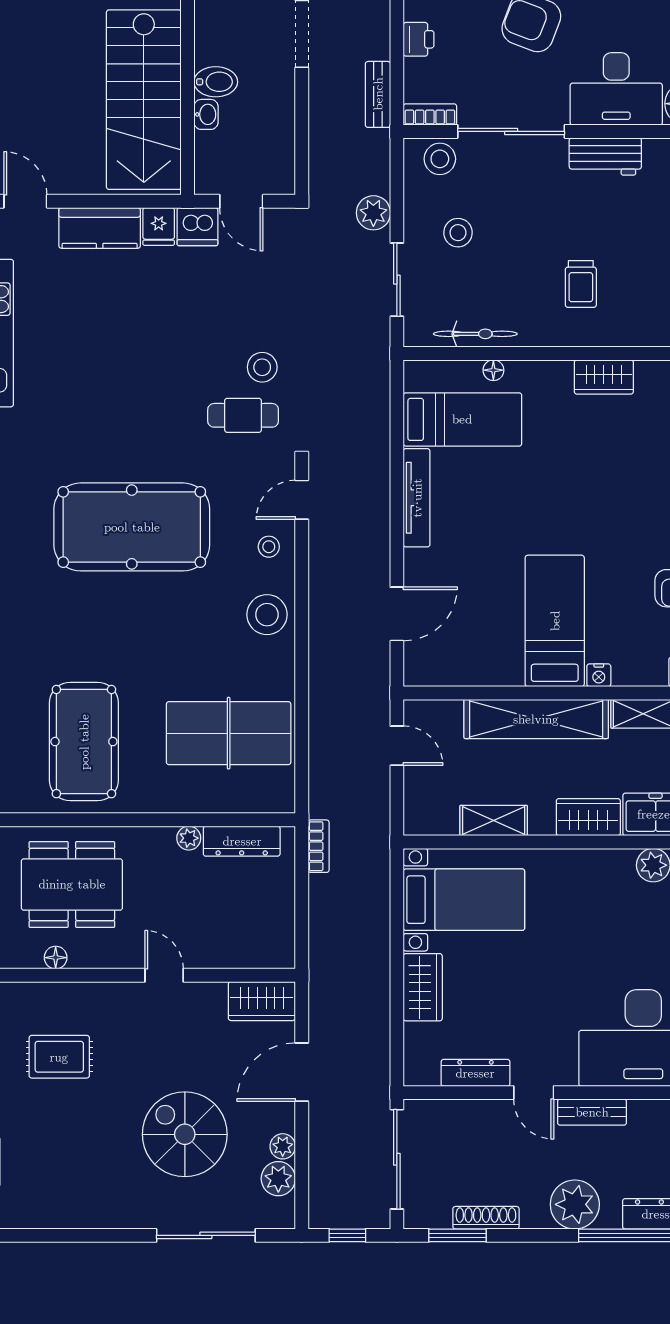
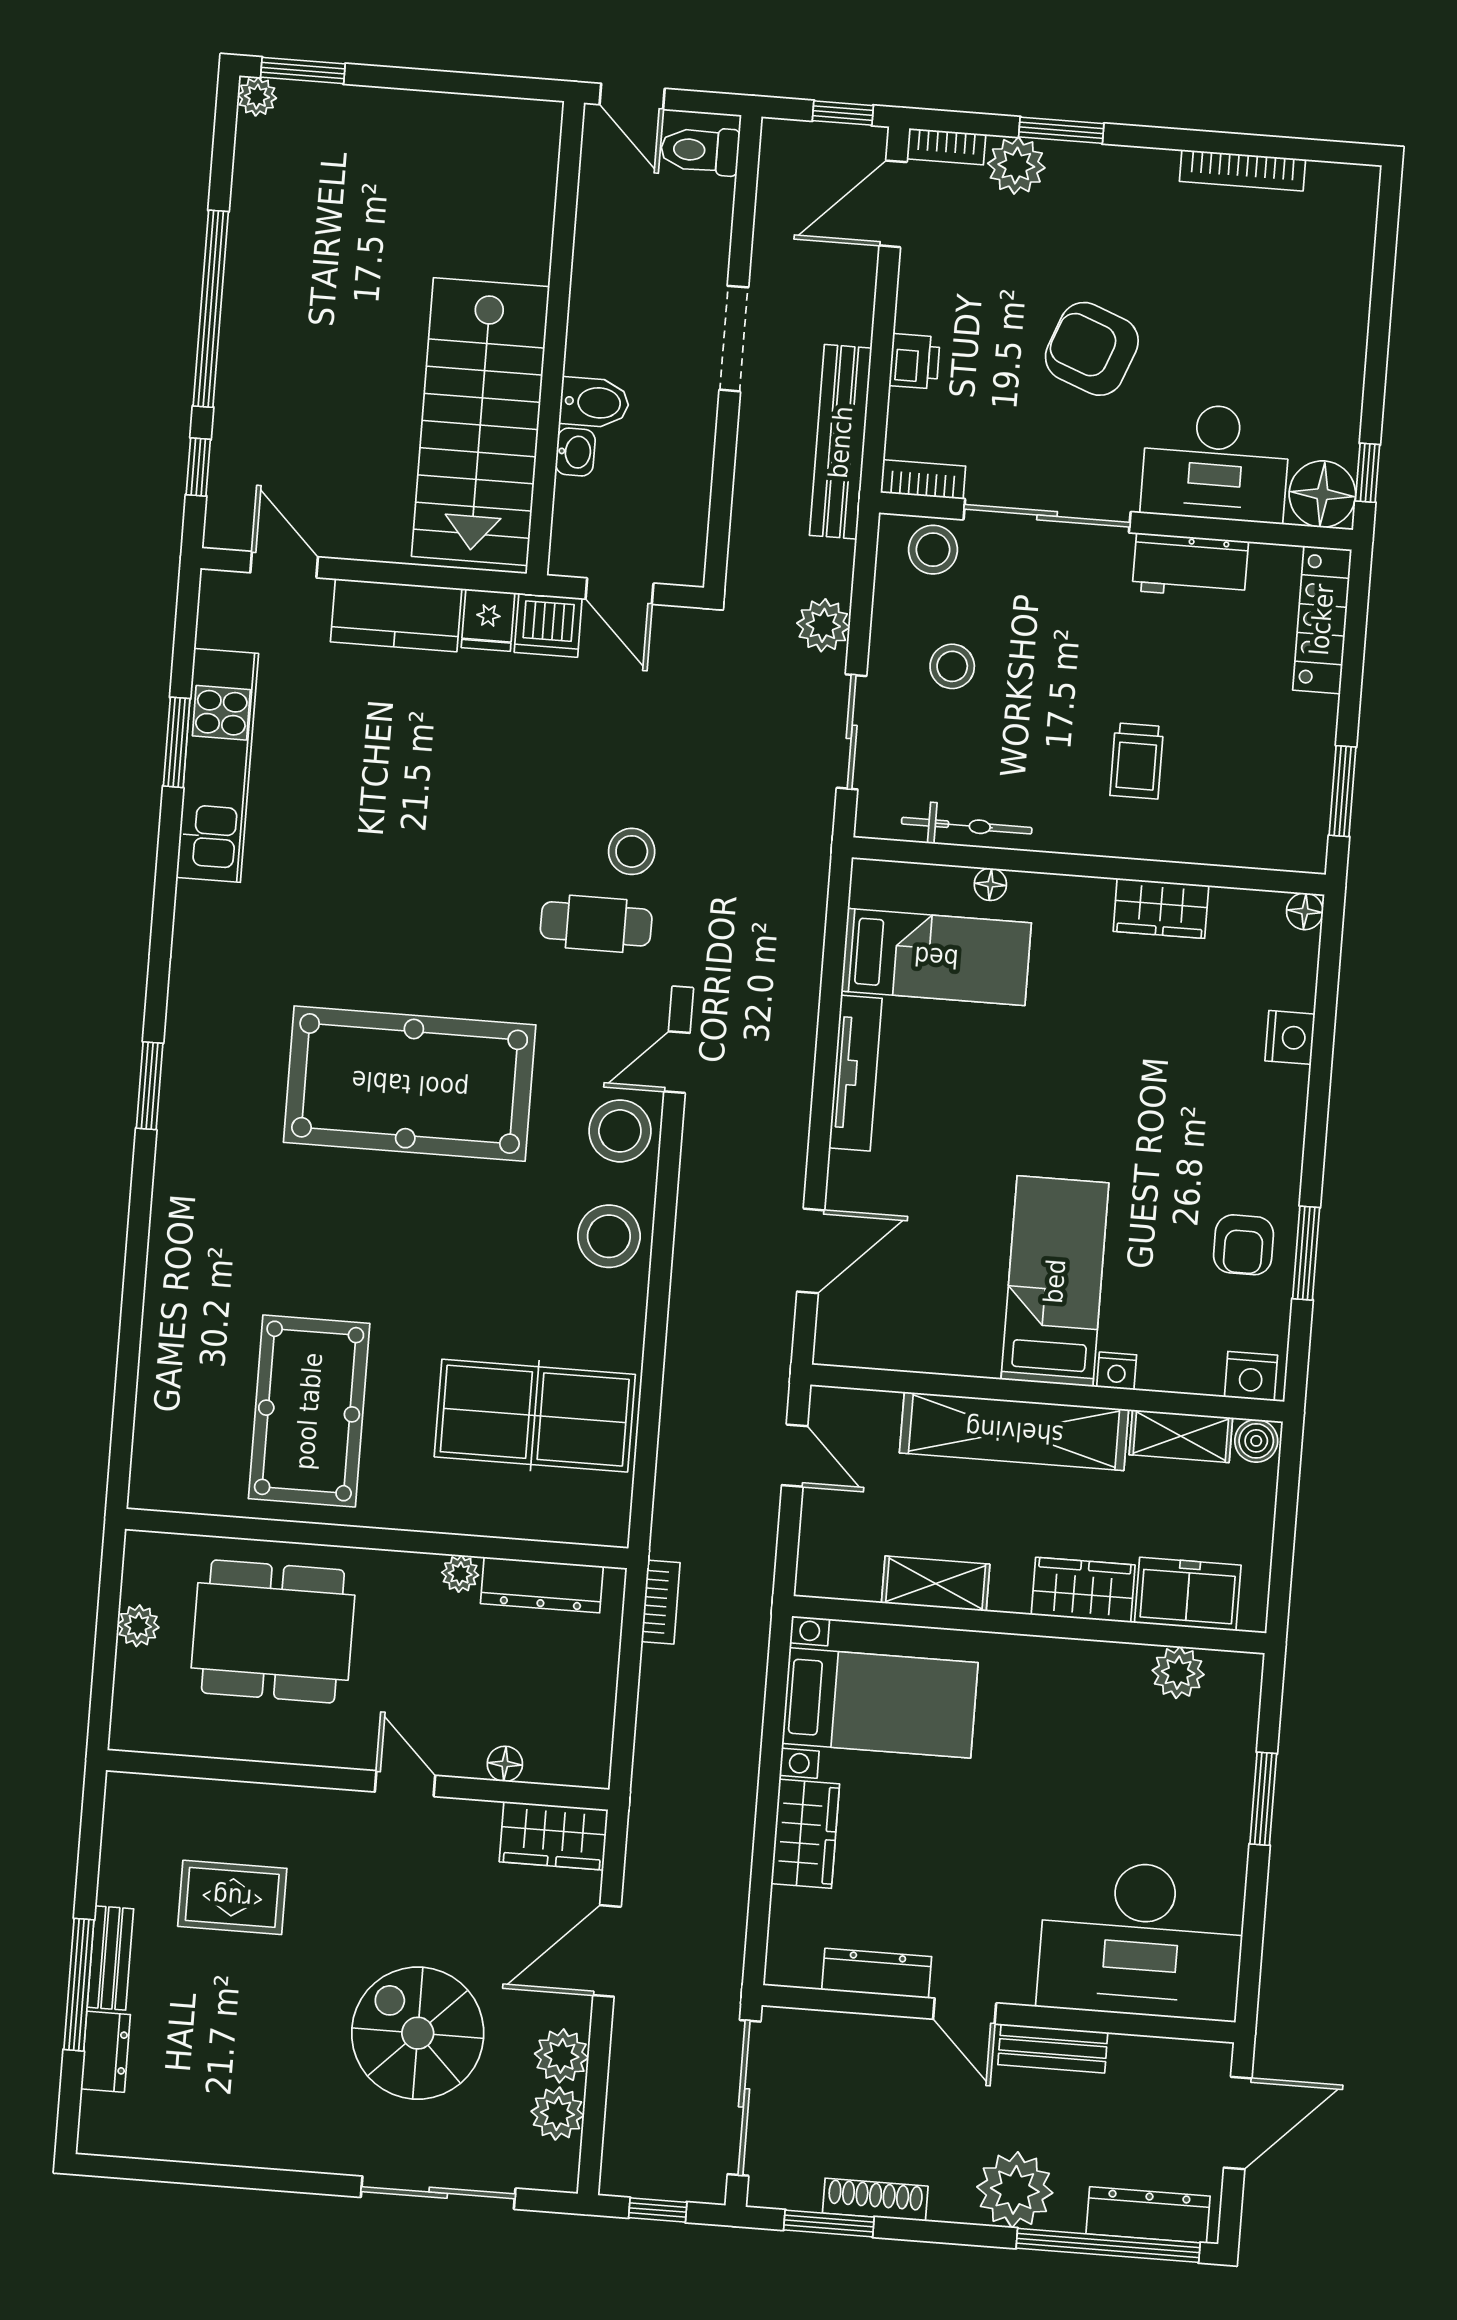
bench: (378, 94) -> (841, 442), width x1.86, depth x1.21
stool: (269, 547) -> (620, 1131), width x1.89, depth x1.89
floor lamp: (56, 958) -> (505, 1764), moved
plant: (283, 1146) -> (562, 2056), width x1.38, depth x1.38

